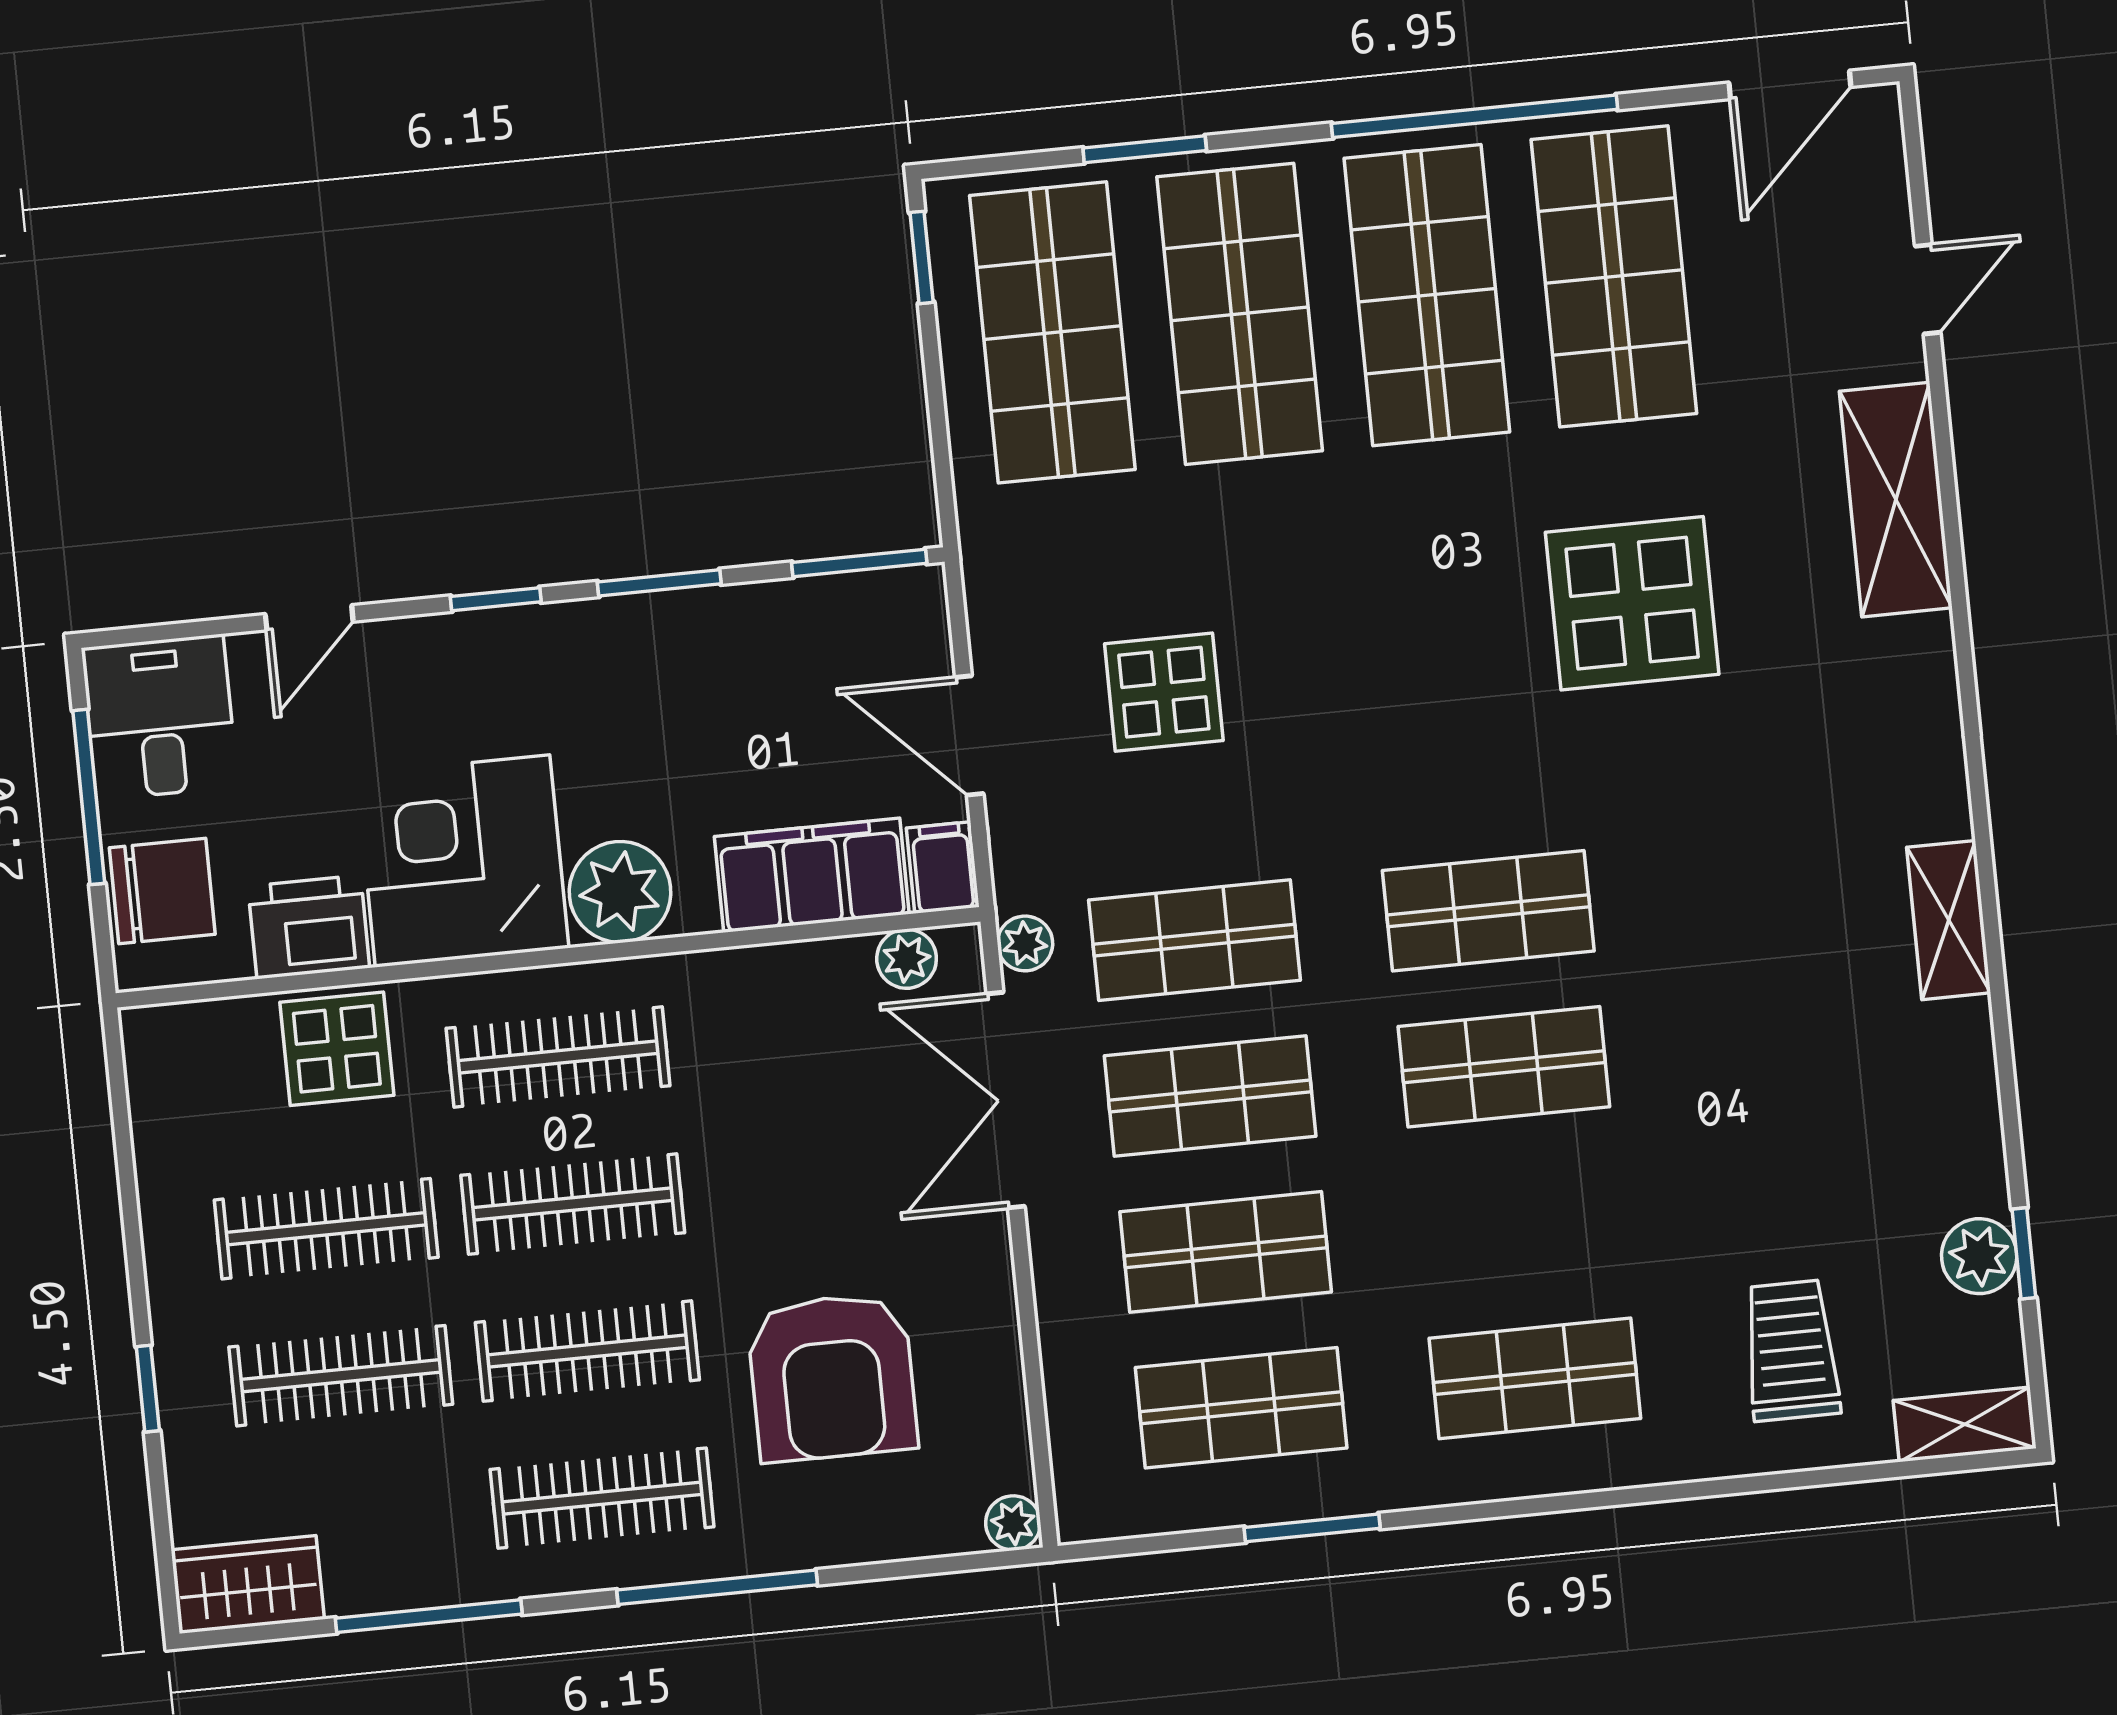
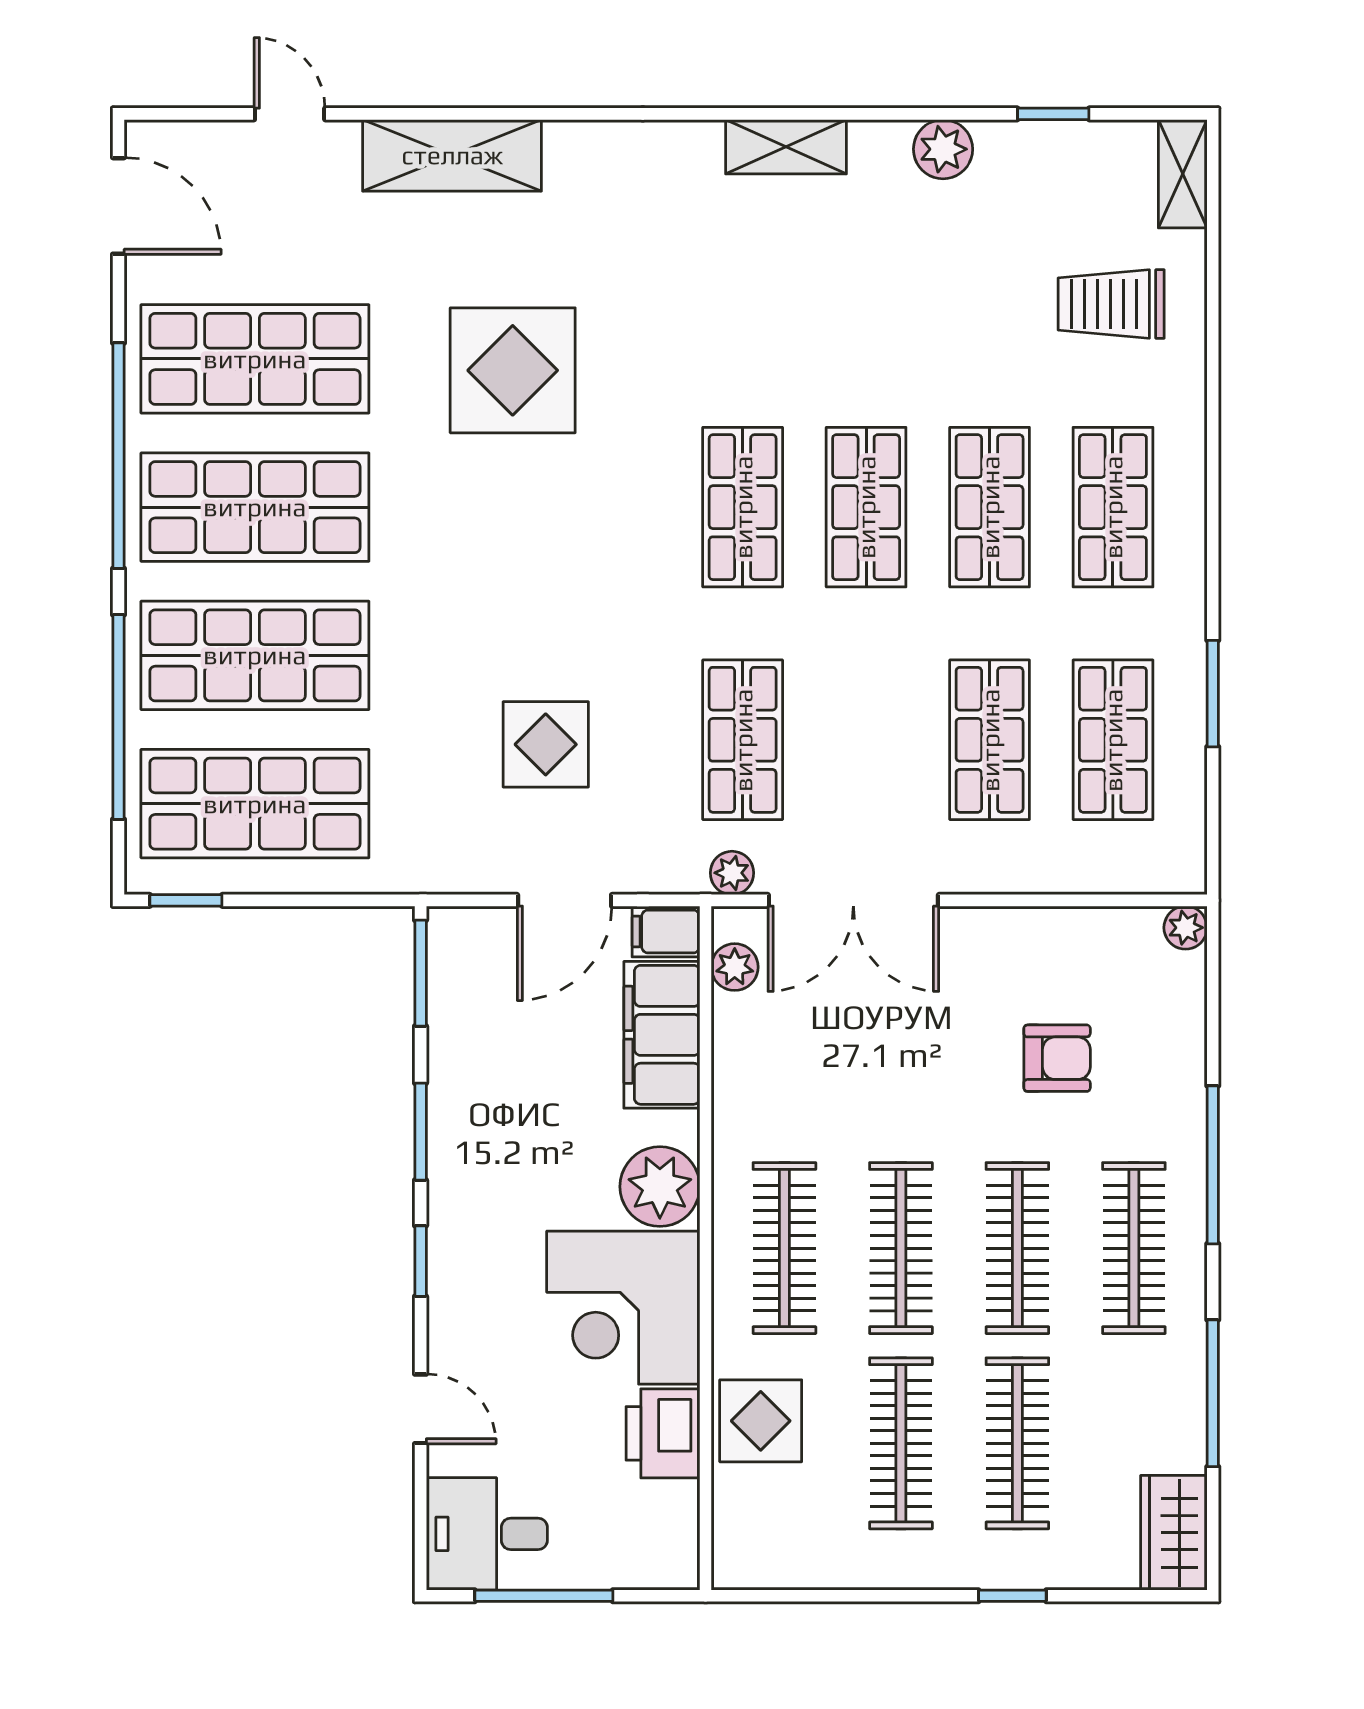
window: (1145, 149) -> (118, 717), width x2.11
chair: (162, 891) -> (623, 1545), removed
shop shelf: (1210, 1096) -> (990, 507), moved
plant: (1979, 1256) -> (943, 149), moved
armchair: (832, 1377) -> (1057, 1058), width x0.53, depth x0.53

